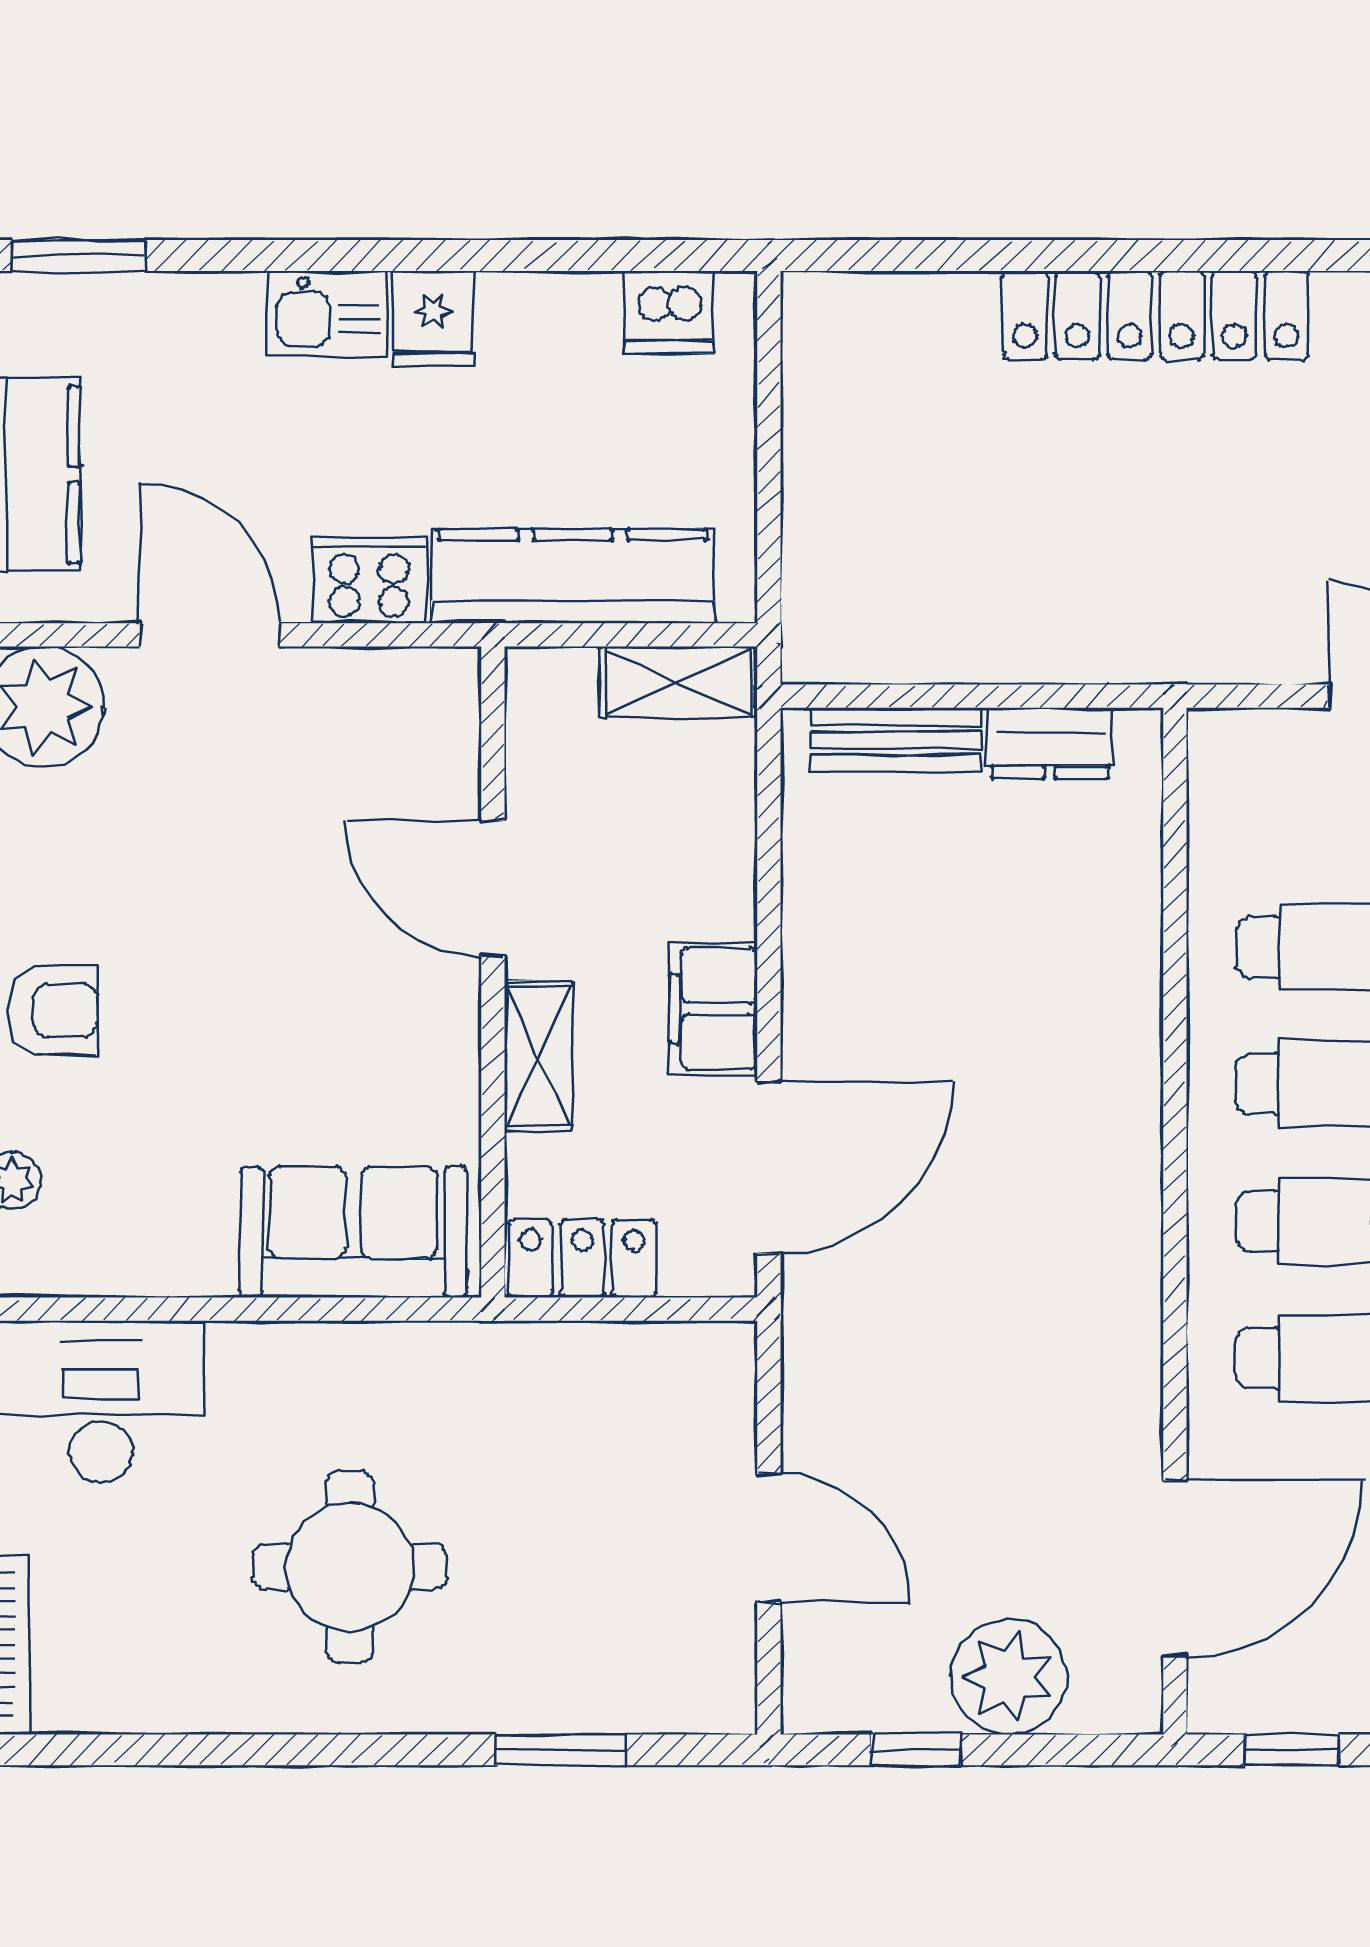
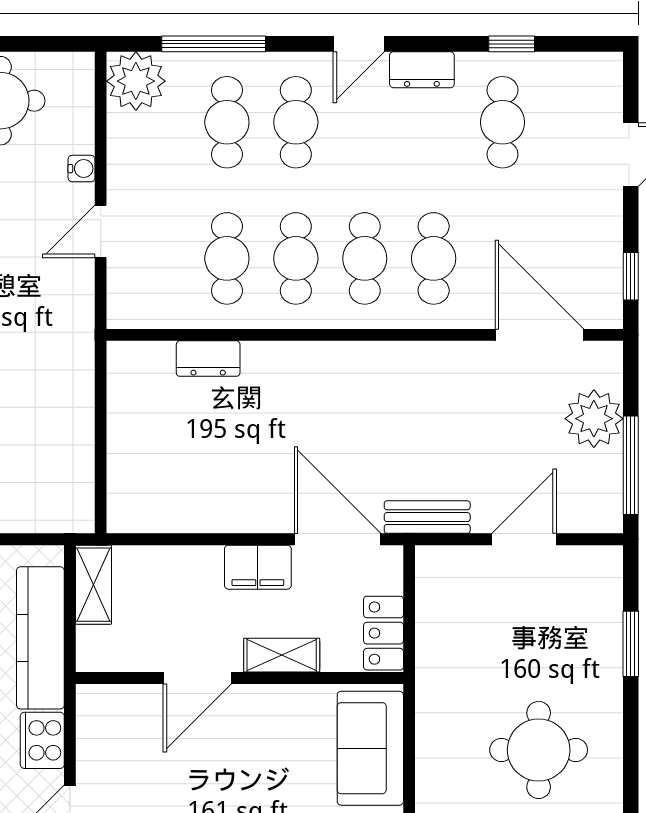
bench: (895, 740) -> (427, 517), moved, turned 90
dresser: (1050, 743) -> (208, 359), moved, turned 90
window: (916, 1750) -> (631, 465), width x2.17

